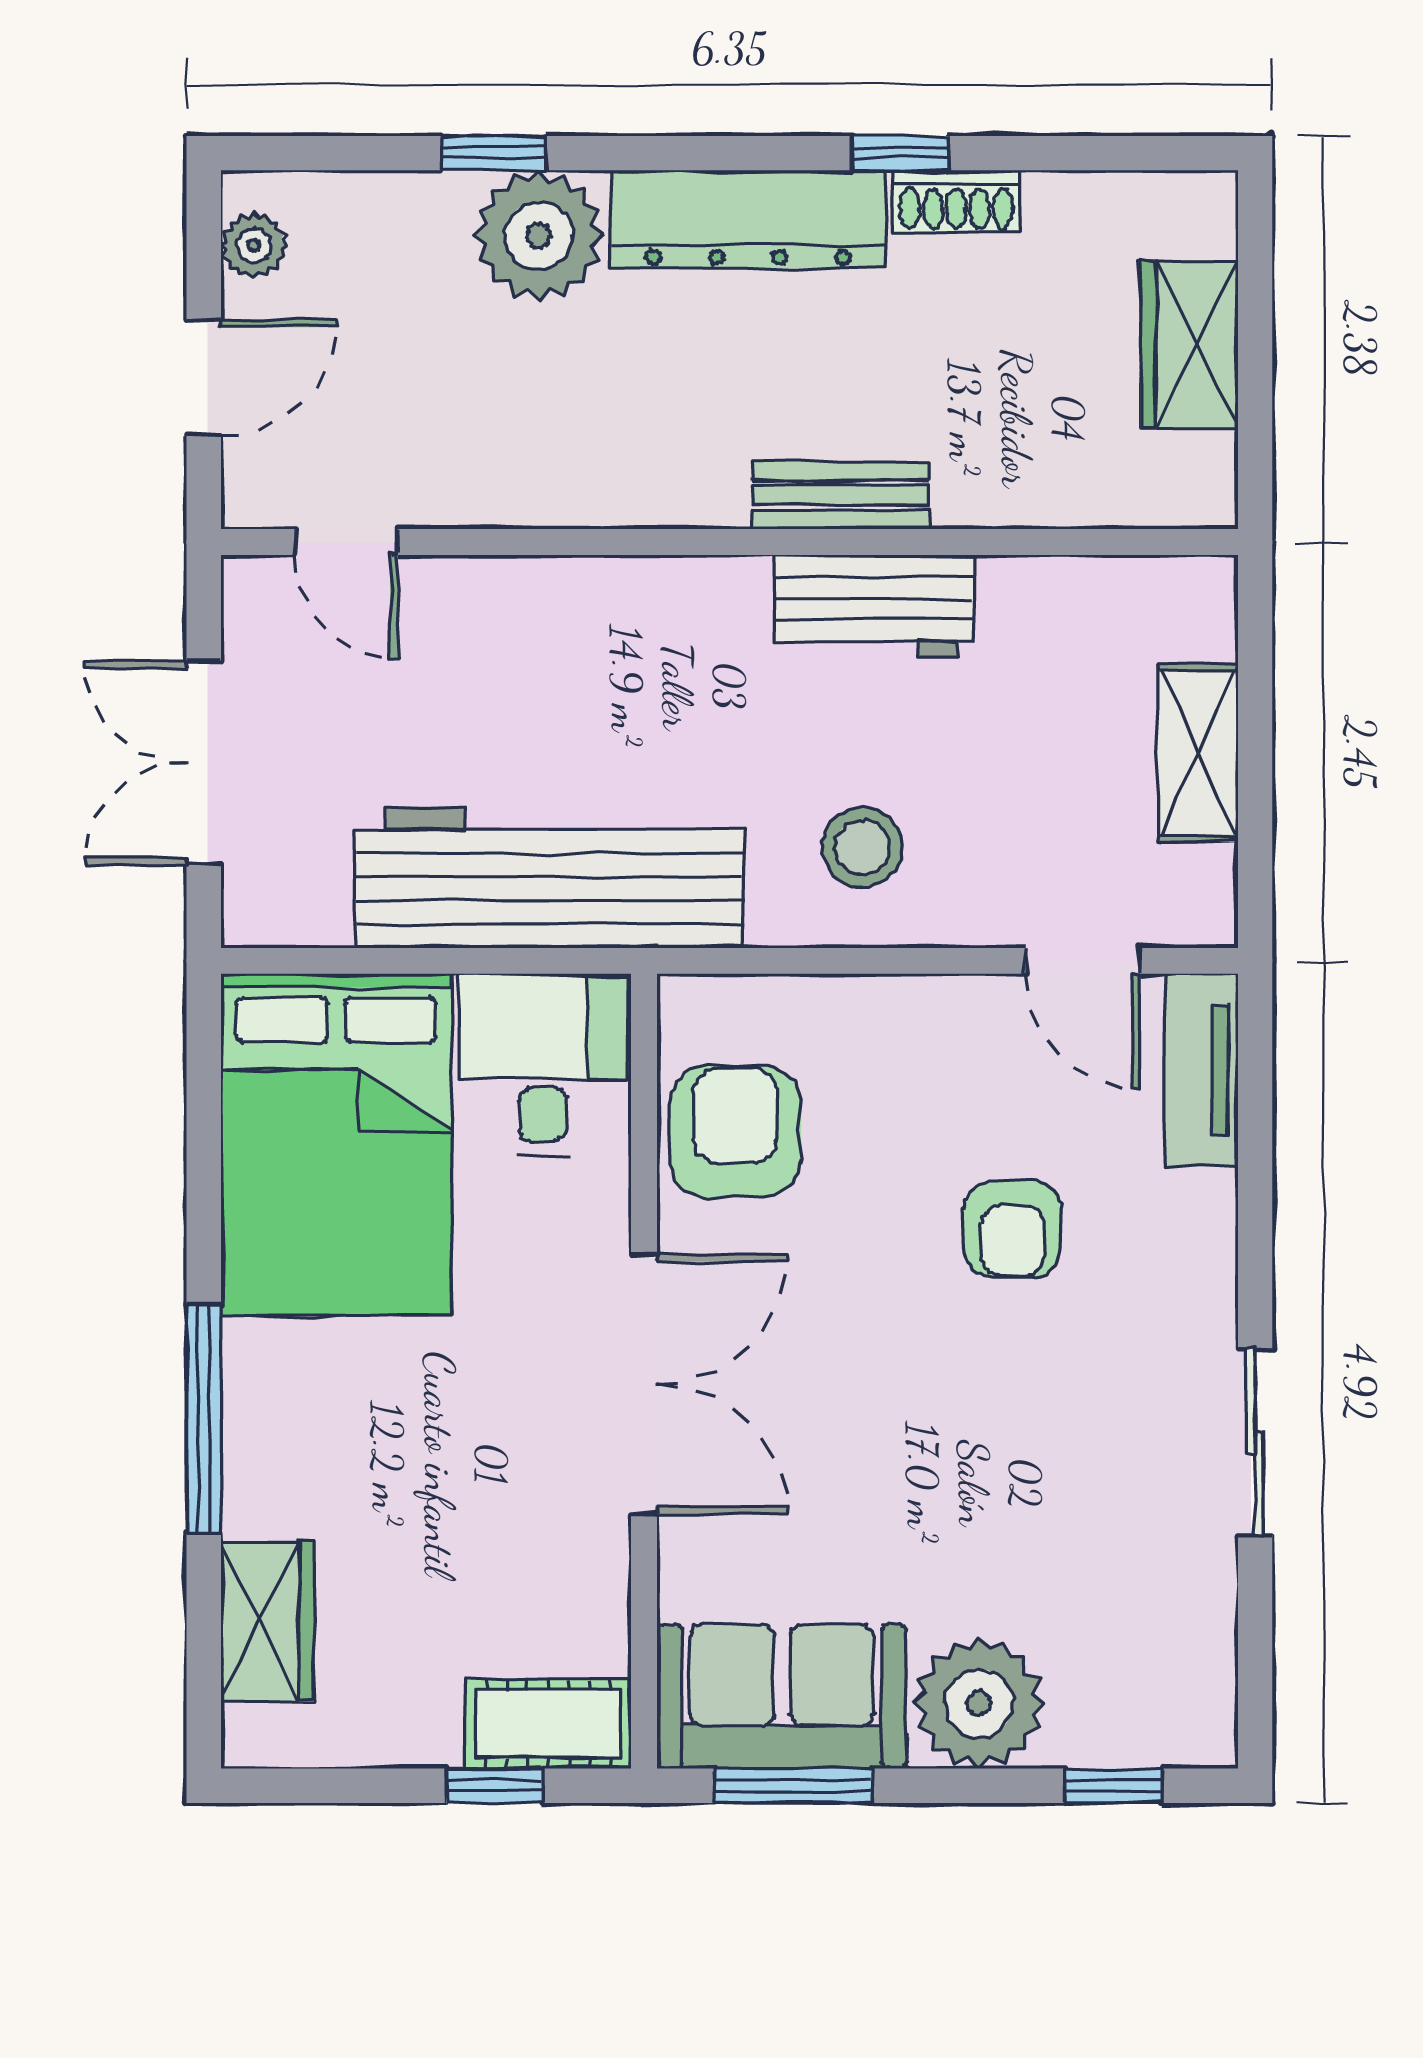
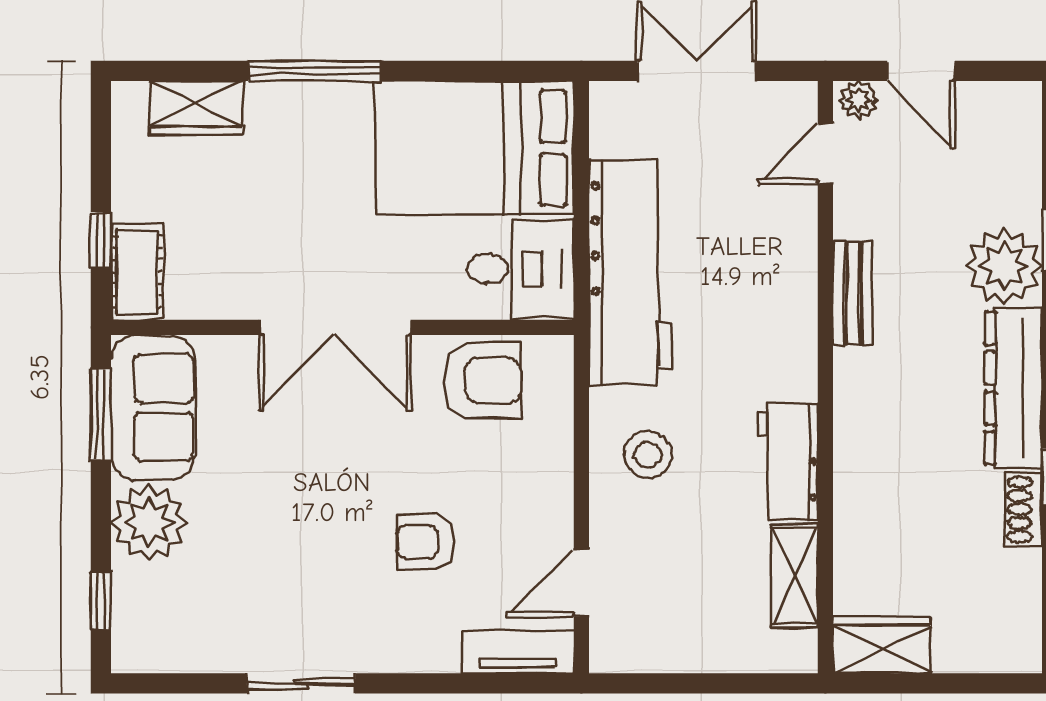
plant: (254, 245) -> (858, 100), moved
wardrobe: (1189, 344) -> (882, 645), moved
bench: (841, 495) -> (853, 293), moved
shelving: (1198, 753) -> (795, 576), moved, turned 90

